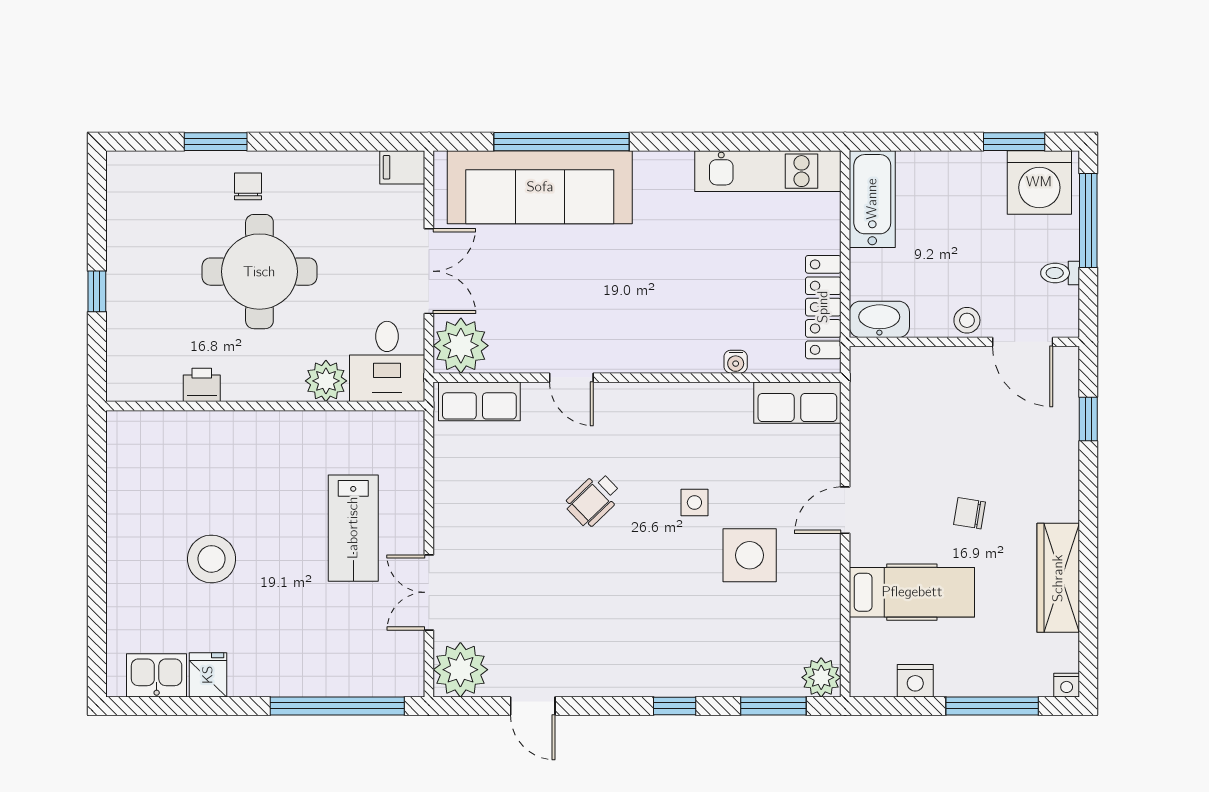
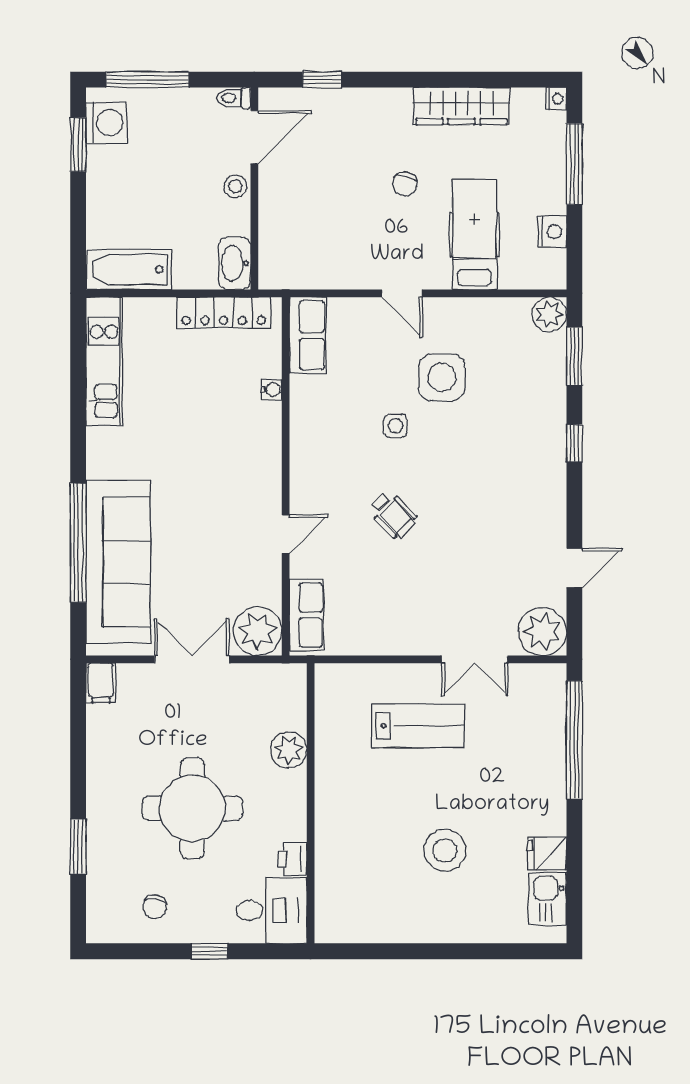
washing machine: (1039, 182) -> (106, 123), width x0.73, depth x0.73
chair: (248, 186) -> (155, 907), moved, turned -81
toilet: (1060, 273) -> (234, 98), moved, turned 90
desk: (387, 361) -> (271, 911), moved

